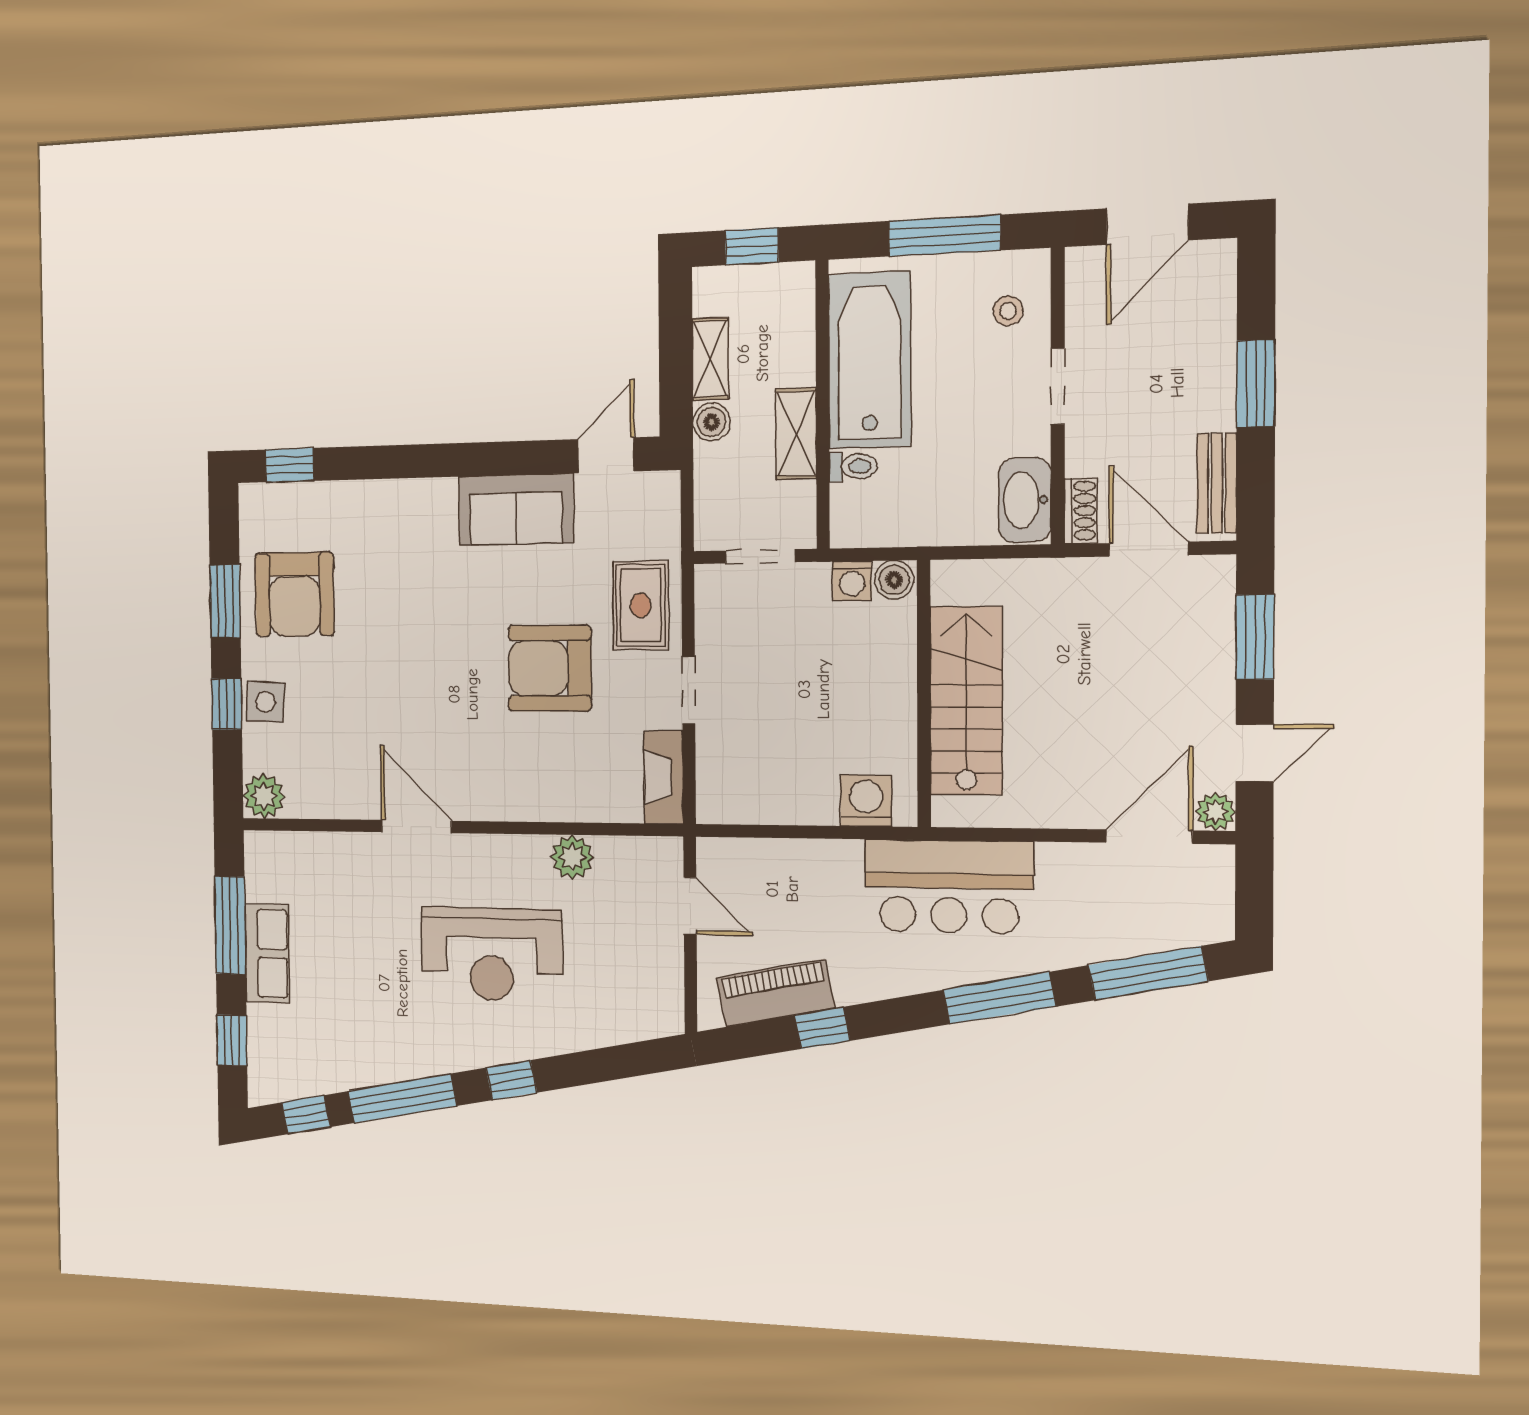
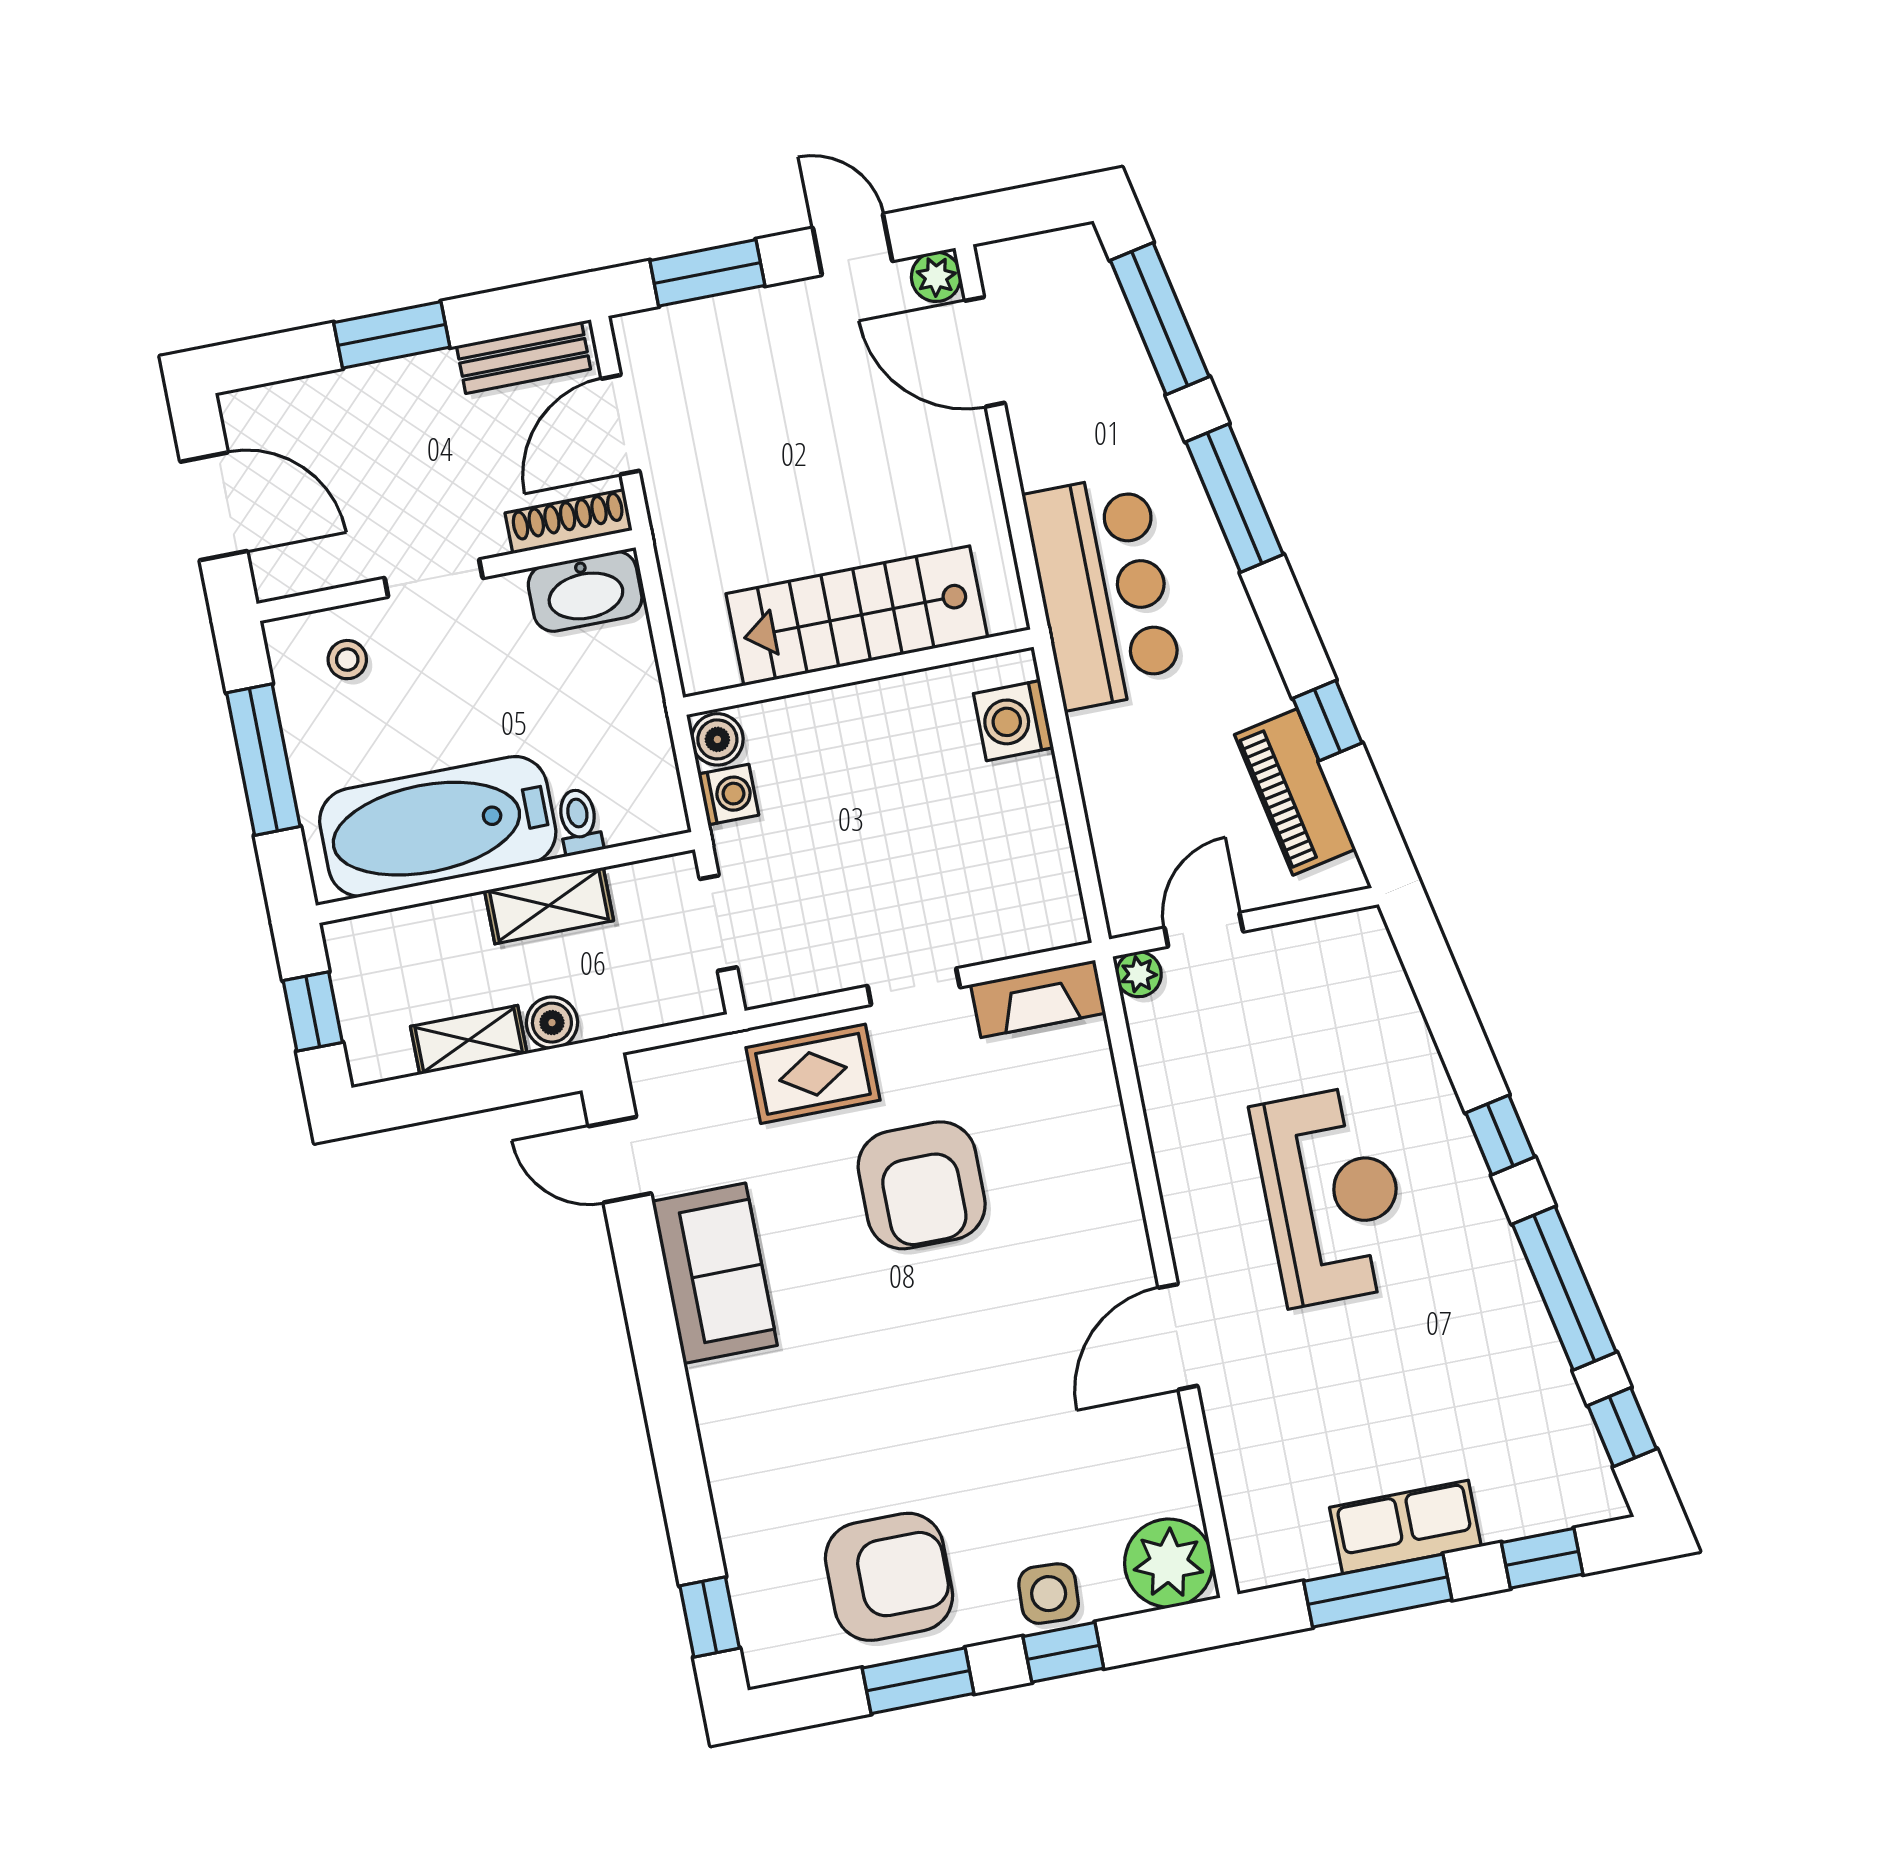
shoe rack: (1081, 511) -> (569, 522), width x1.43
plant: (264, 796) -> (1169, 1563), width x1.36, depth x1.36
plant: (572, 857) -> (1139, 974), moved, width x0.73, depth x0.73

